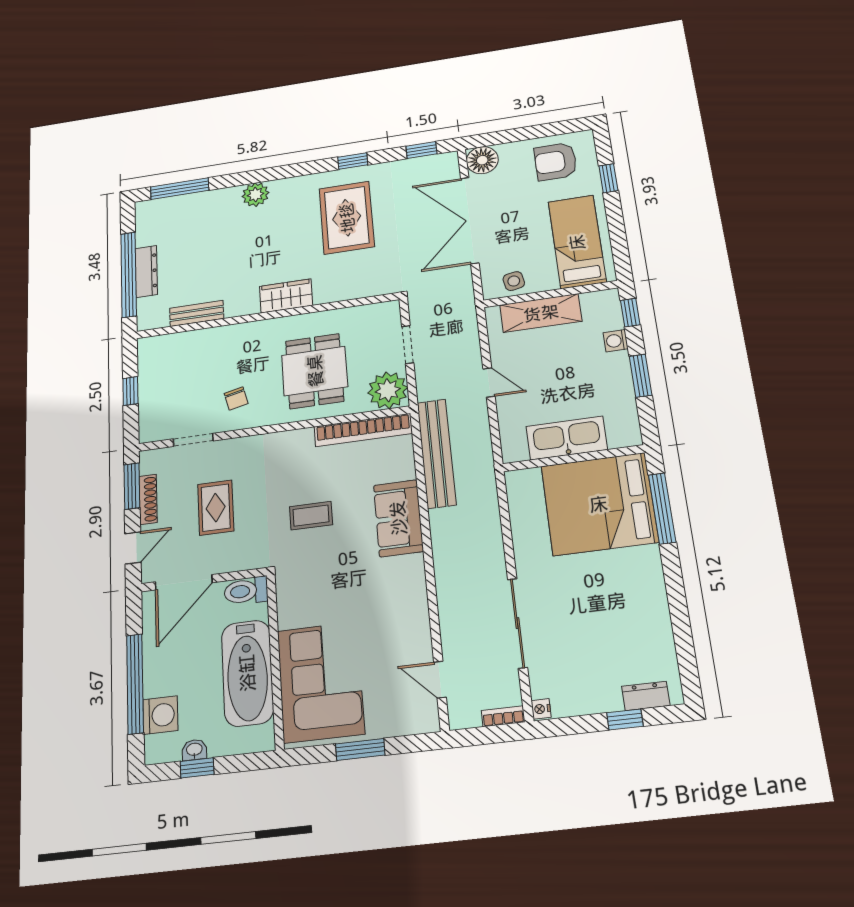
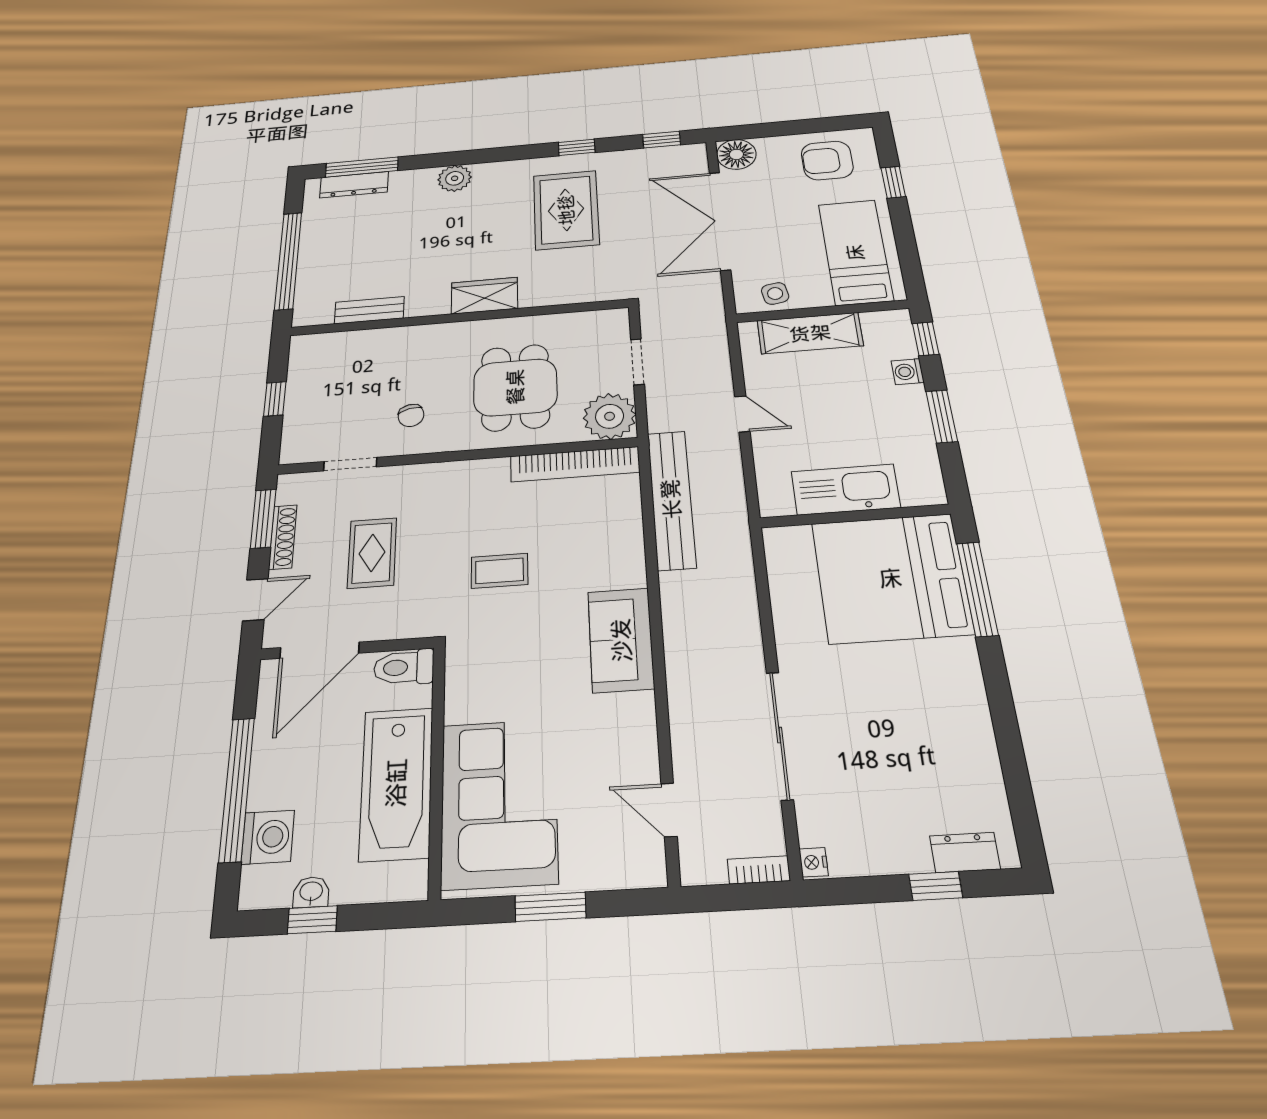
dresser: (146, 271) -> (354, 185), moved, turned 90
sofa: (398, 518) -> (621, 640), moved

